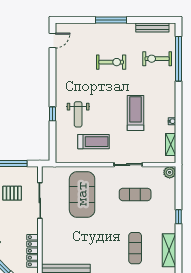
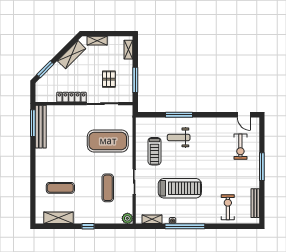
window: (179, 59) -> (185, 226), moved
exercise bike: (111, 62) -> (240, 147), moved
treadmill: (136, 113) -> (180, 188), width x1.37, depth x1.38
window: (52, 114) -> (179, 115), width x2.17
locker: (32, 251) -> (72, 97), moved

